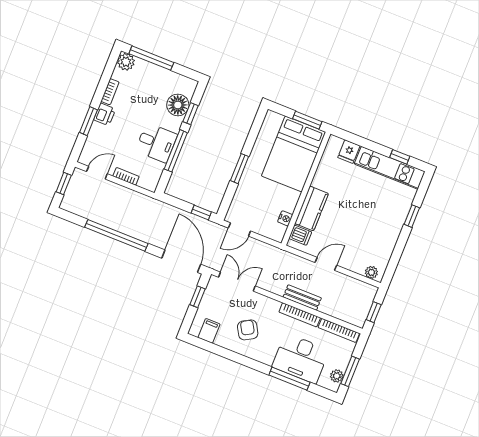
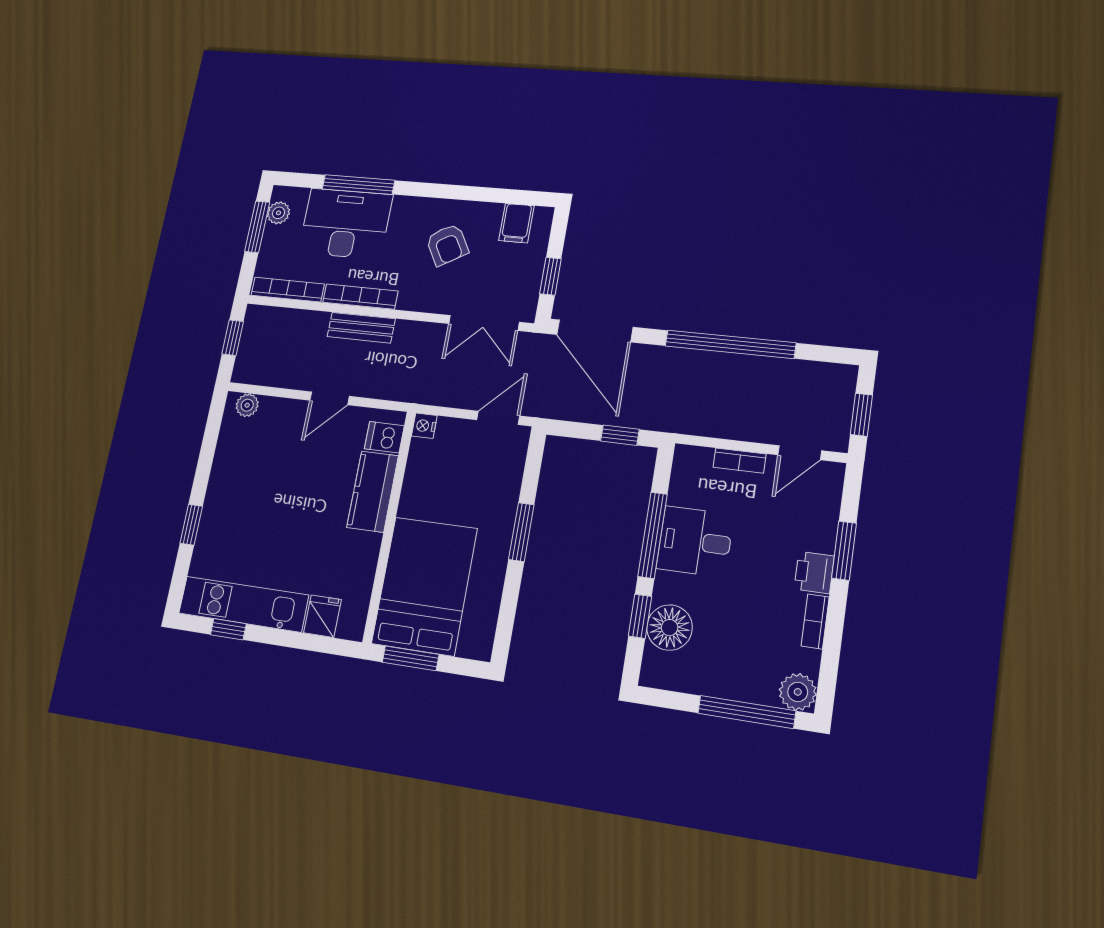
window: (201, 212) -> (620, 435), moved
nightstand: (285, 218) -> (424, 426), moved

